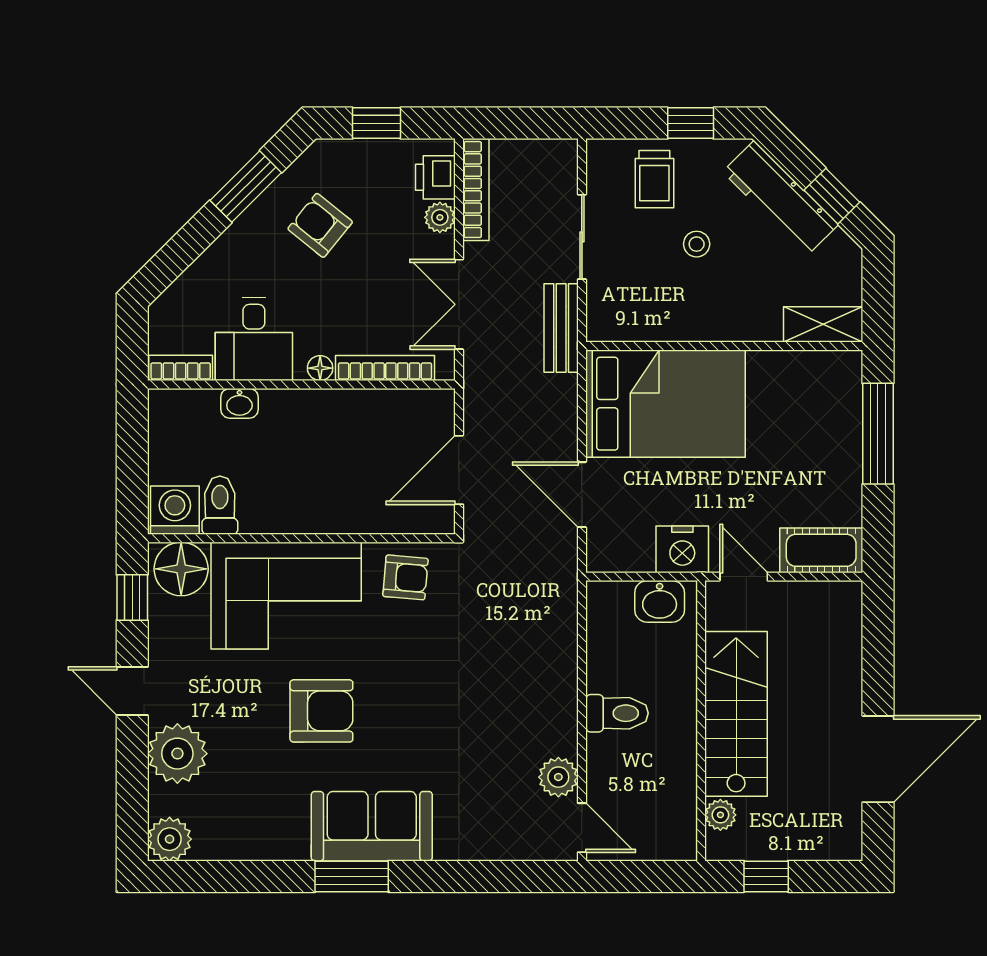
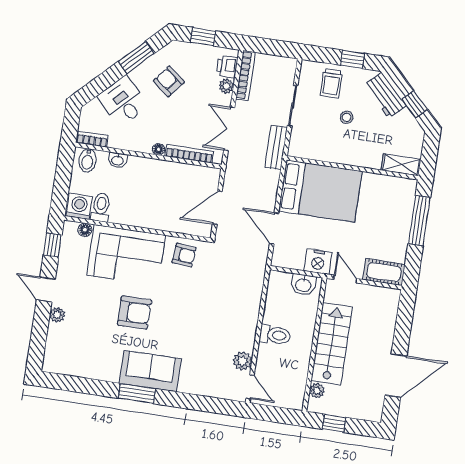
workbench: (780, 198) -> (385, 95), width x0.73
desk: (254, 339) -> (123, 101), moved, turned 135
bidet: (178, 413) -> (88, 160), added
floor lamp: (181, 569) -> (85, 230), width x0.53, depth x0.53
plant: (177, 754) -> (57, 315), width x0.53, depth x0.53
plant: (170, 839) -> (53, 363), removed

